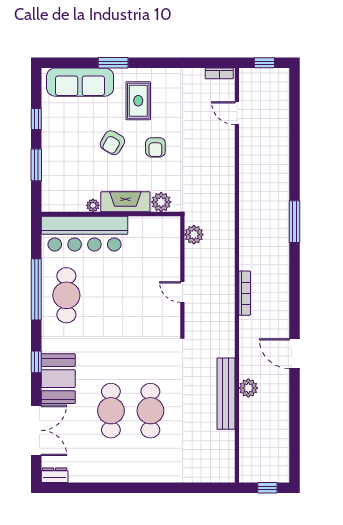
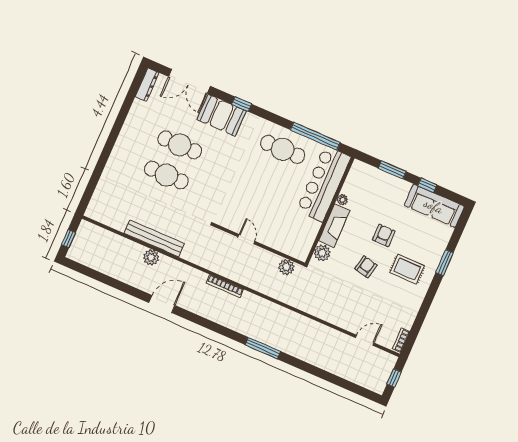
sofa: (80, 82) -> (434, 206), moved, turned -90
armchair: (112, 143) -> (384, 235), turned 60
armchair: (155, 147) -> (366, 267), turned 102
window: (36, 289) -> (315, 136), moved
door: (182, 292) -> (246, 239), hinge flipped
dresser: (55, 475) -> (147, 85), width x1.44

